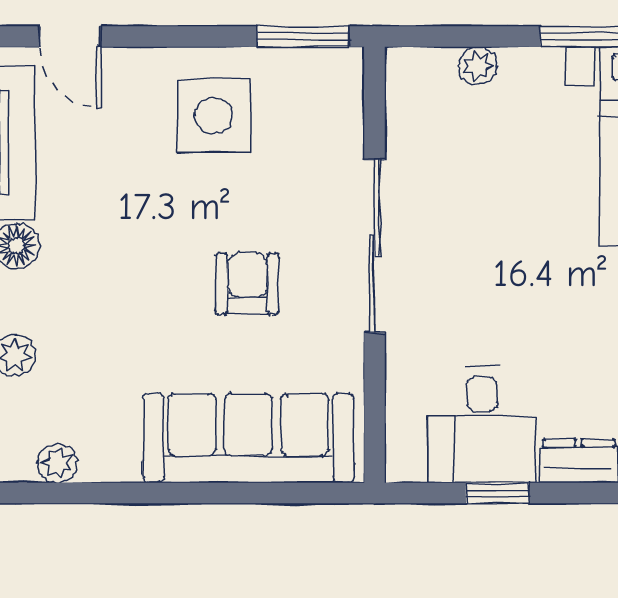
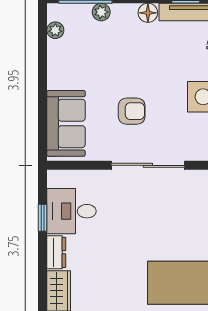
sofa: (248, 438) -> (66, 123), width x0.73

